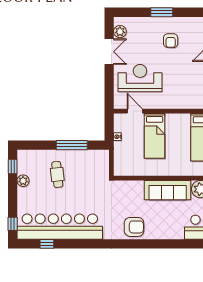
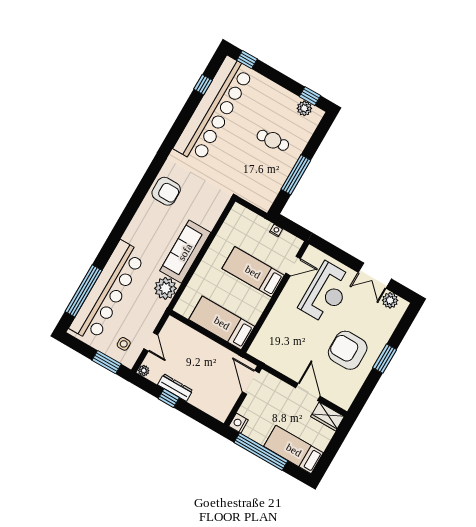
armchair: (171, 41) -> (348, 350), width x1.88, depth x1.88
plant: (23, 181) -> (304, 108), moved
armchair: (134, 227) -> (166, 191), turned -90

